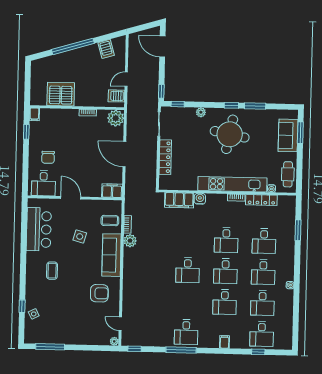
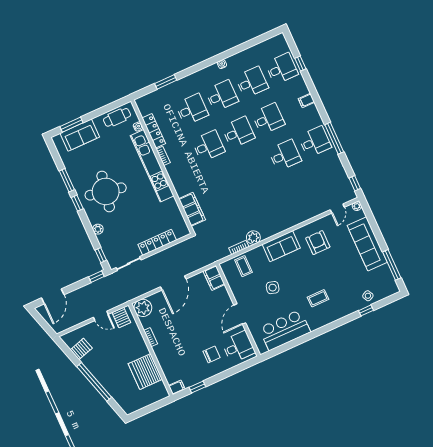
water cooler: (200, 199) -> (181, 190), removed
sofa: (111, 255) -> (281, 246), width x0.73
desk: (188, 270) -> (285, 155), moved
sofa: (78, 335) -> (367, 244), added

